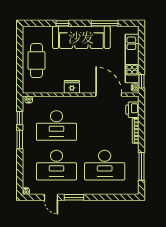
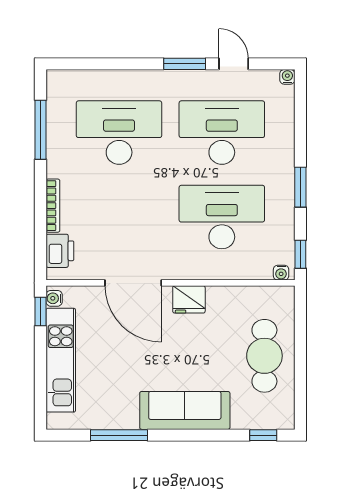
window: (62, 23) -> (263, 435), moved
sofa: (81, 37) -> (185, 410), width x0.74, depth x0.79
door: (109, 95) -> (133, 283), moved
window: (20, 118) -> (300, 254), moved

